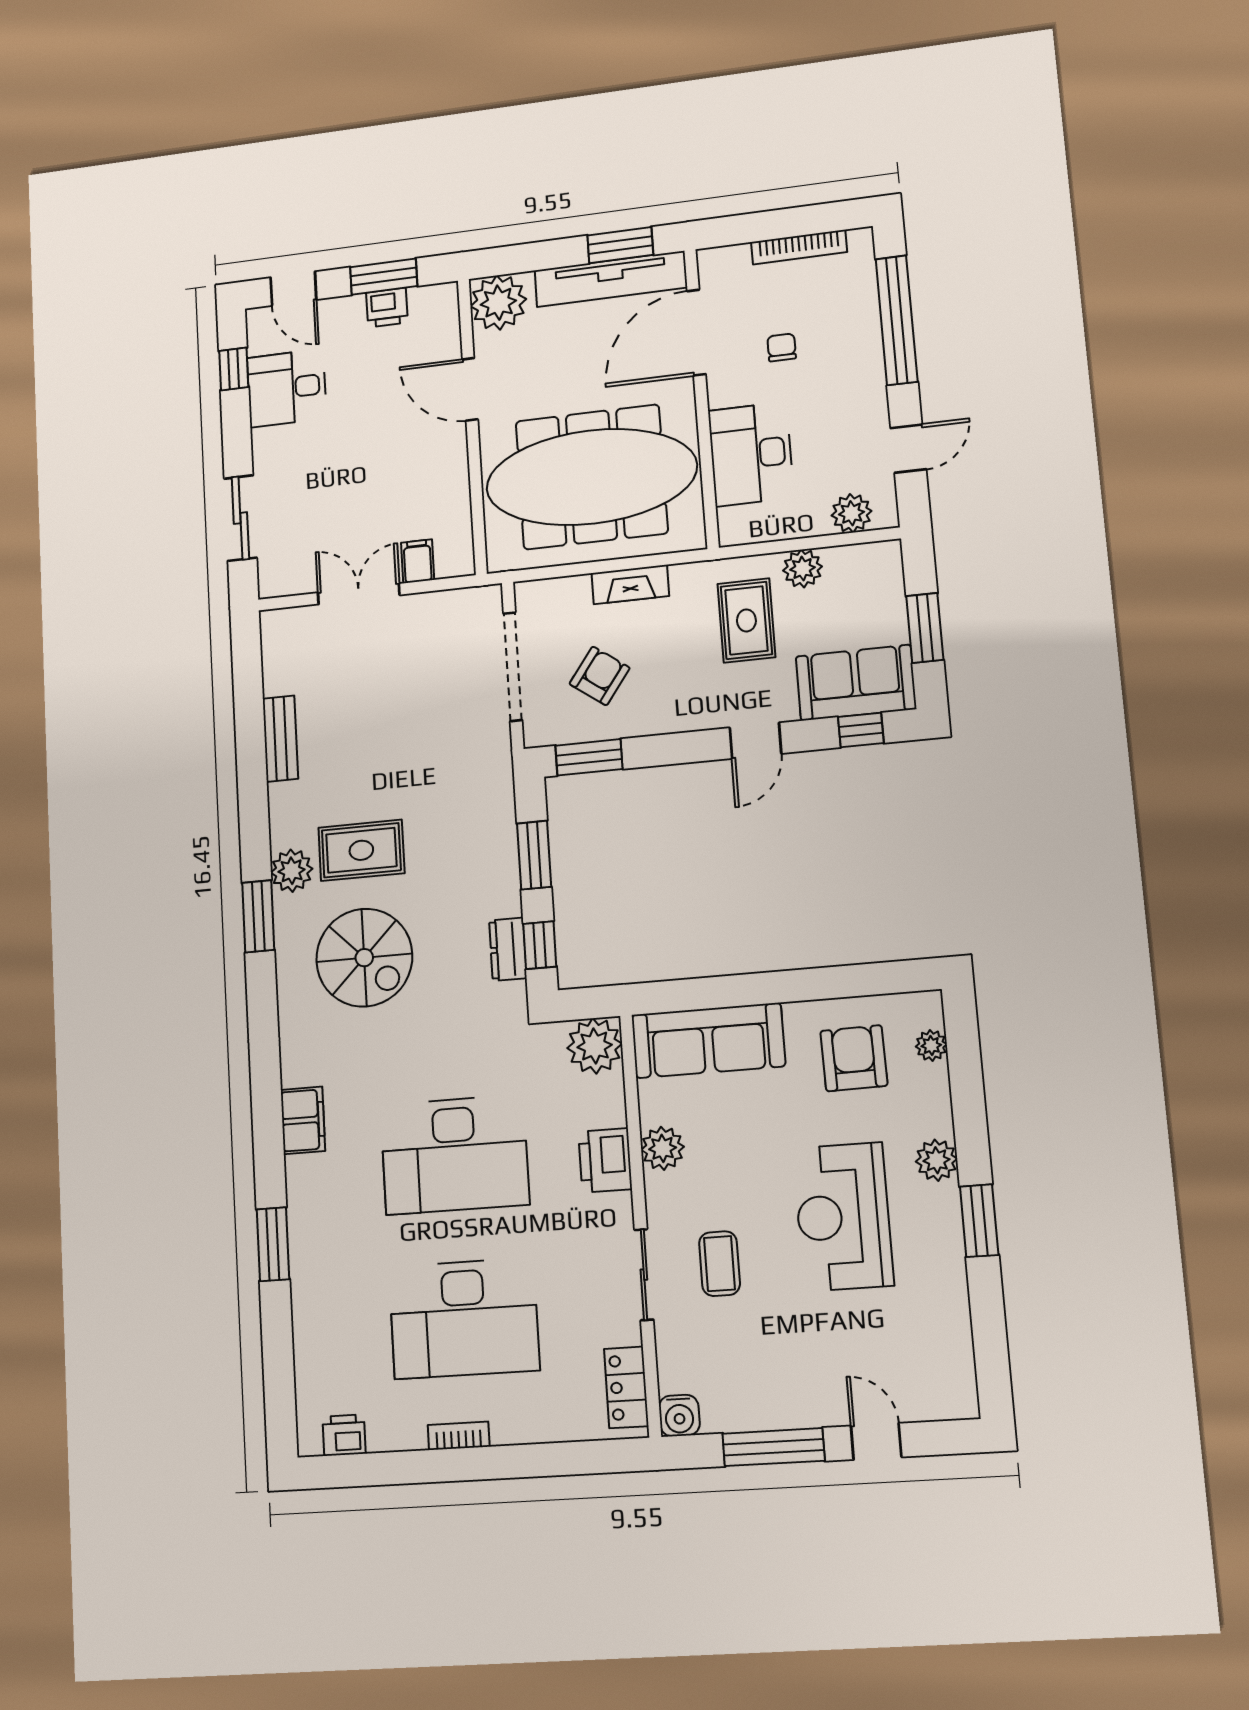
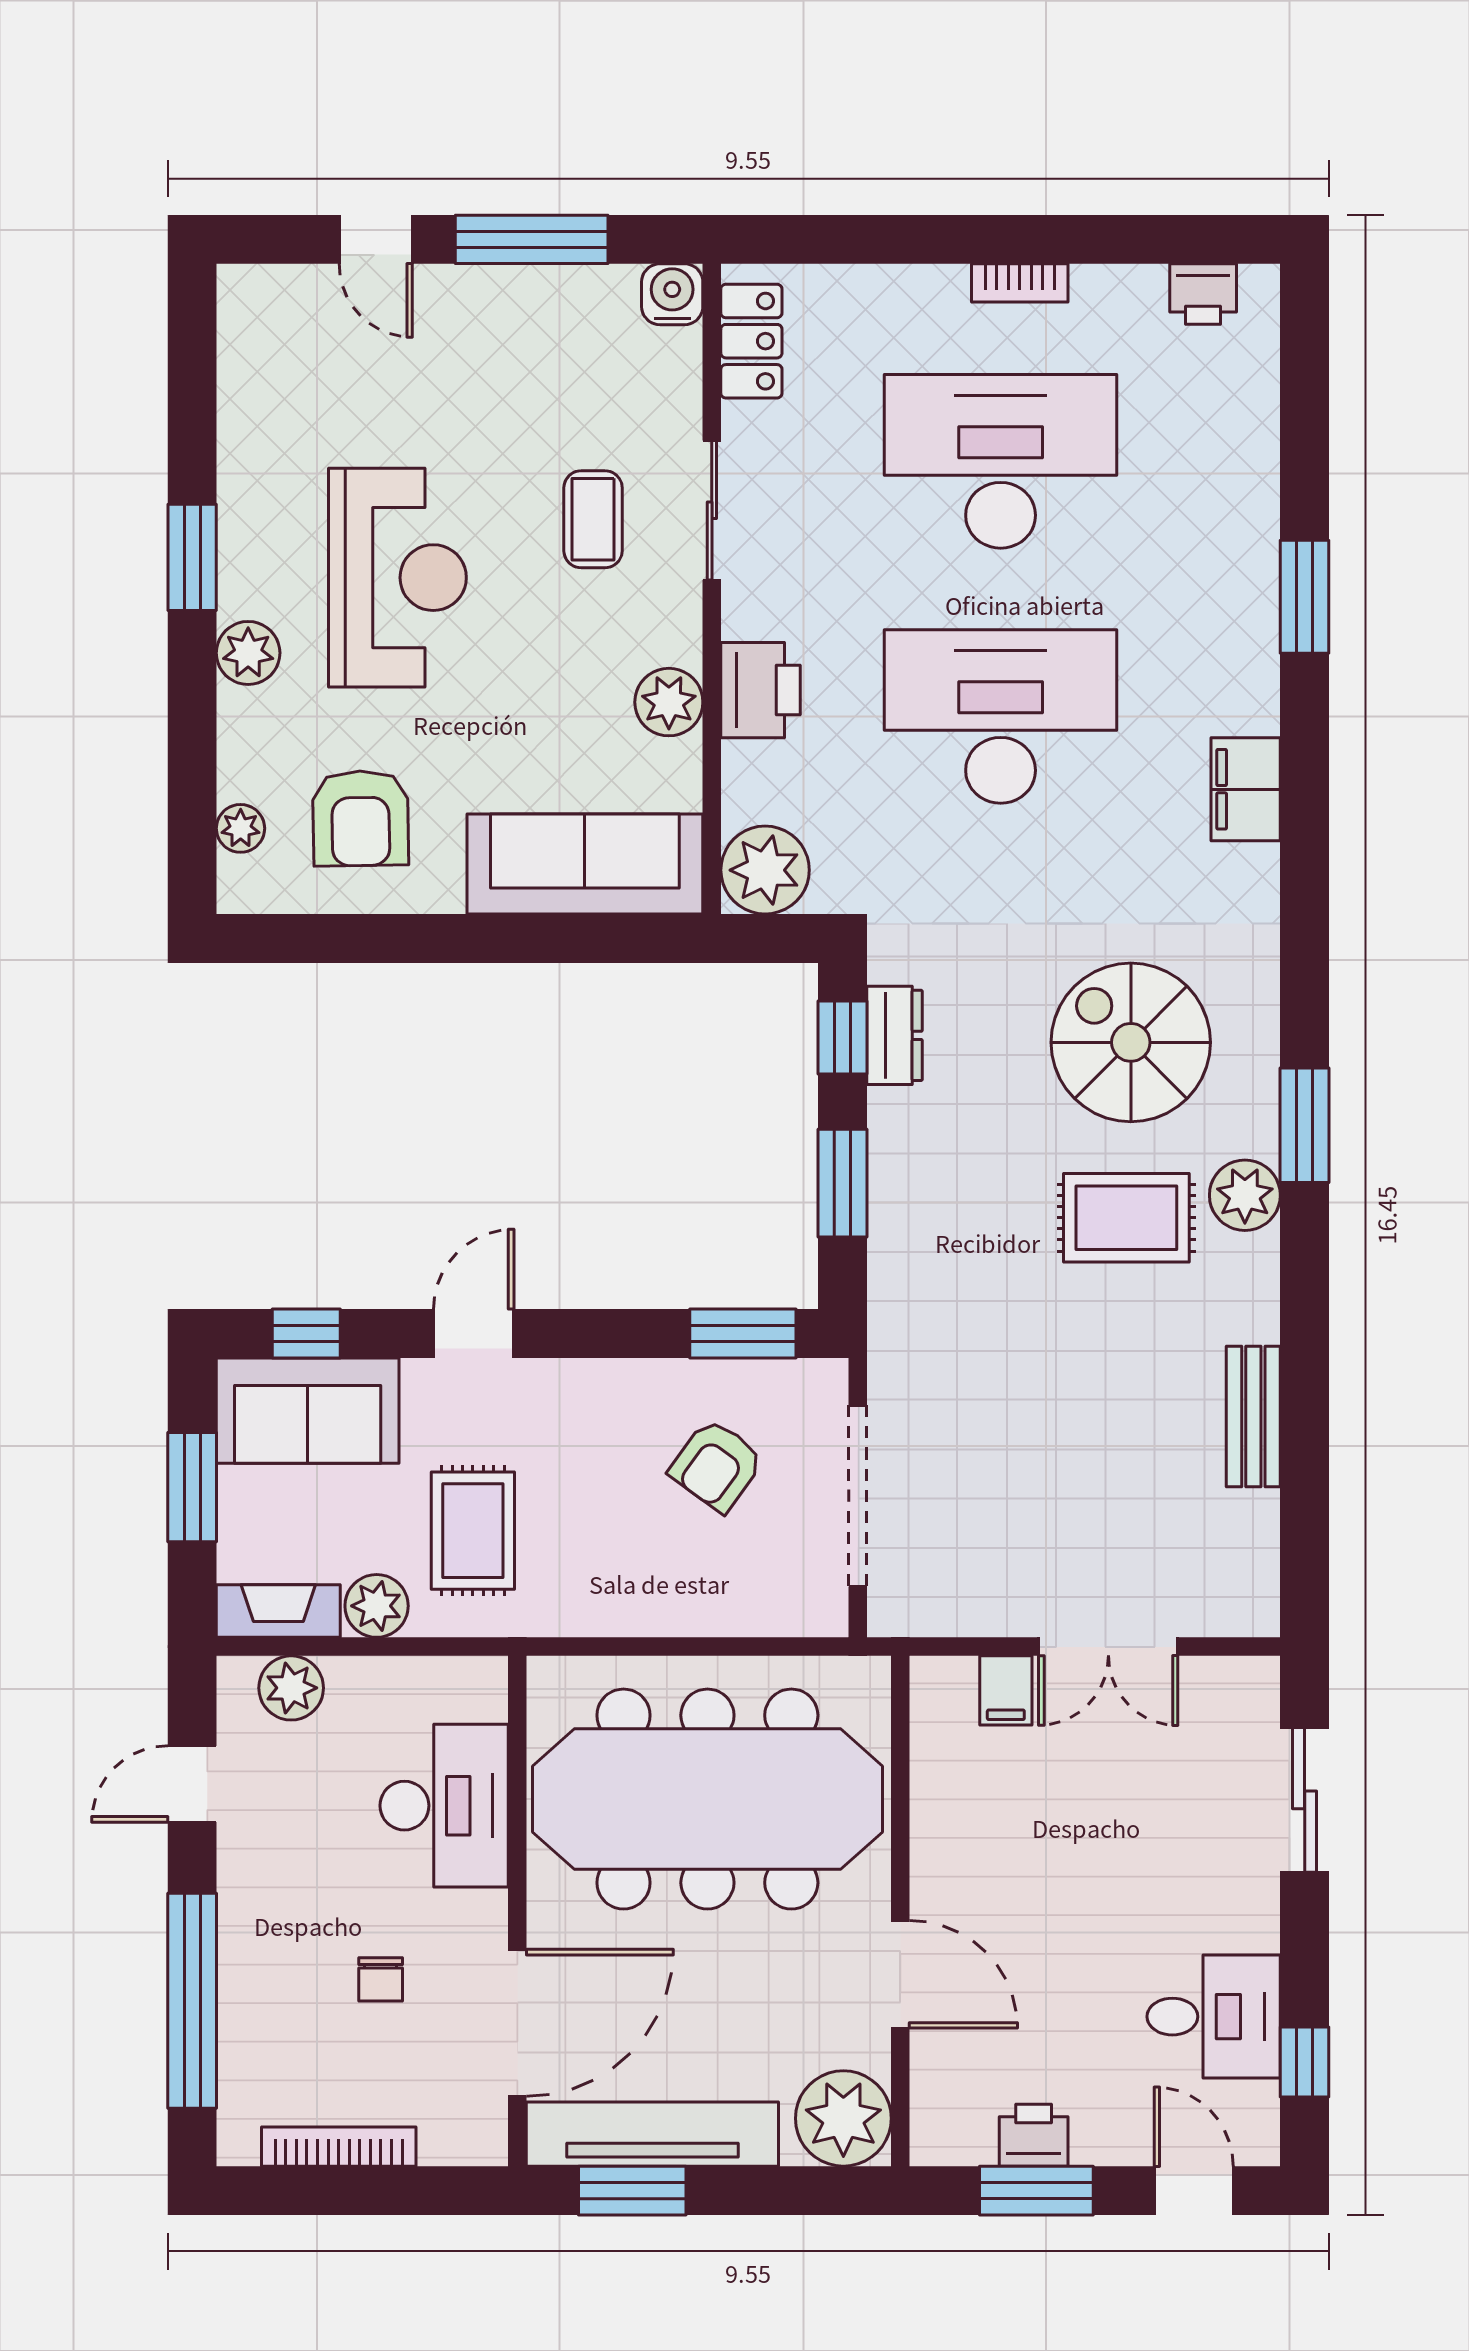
fireplace: (630, 585) -> (278, 1611), moved

